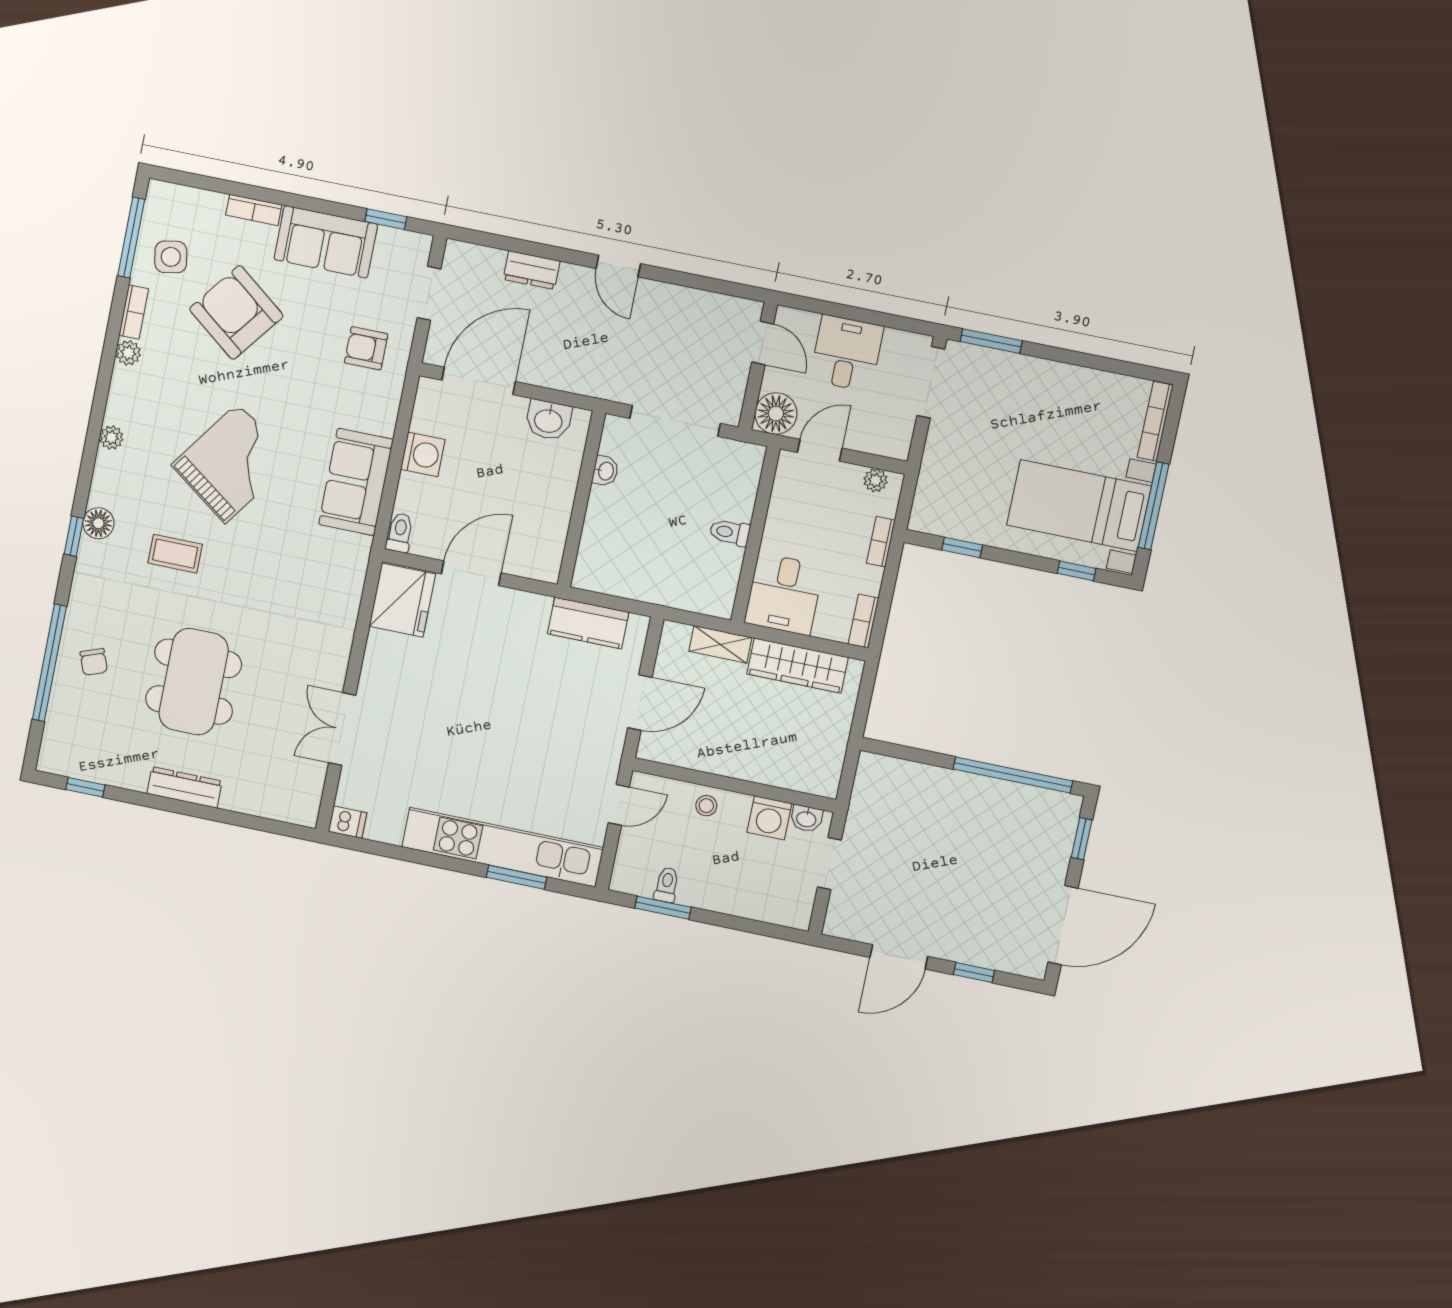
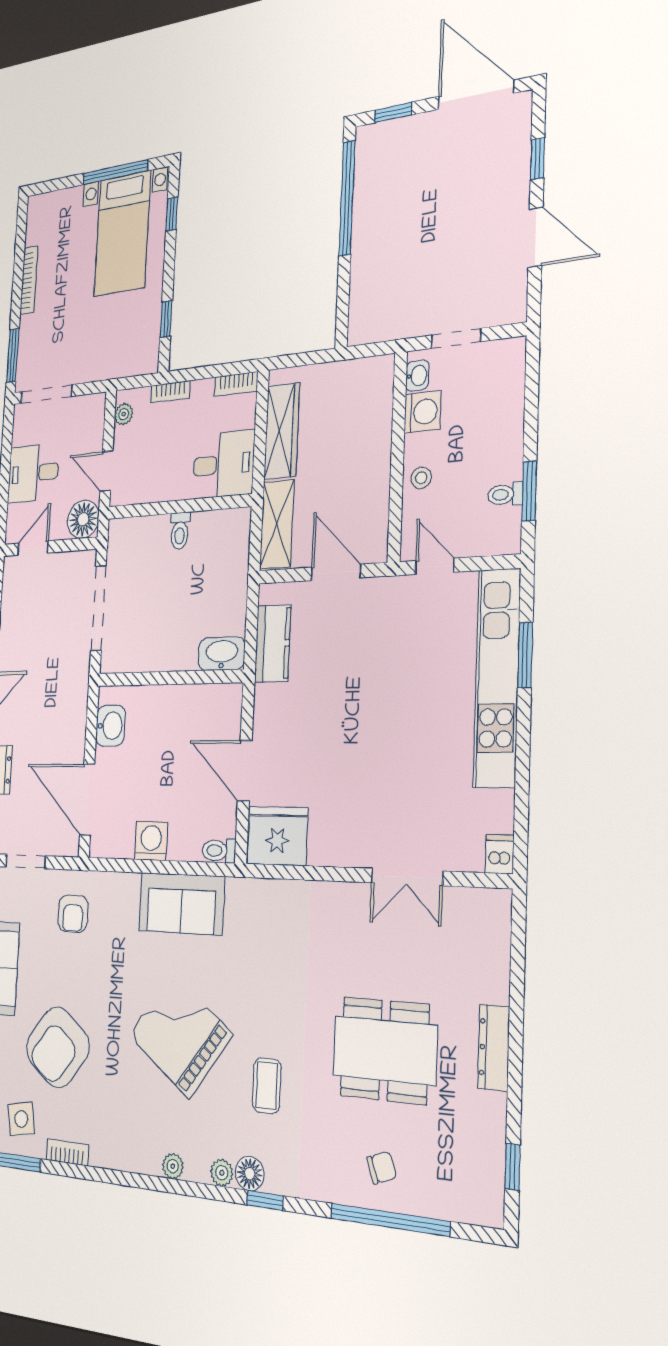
plant: (128, 353) -> (222, 1173), moved
bookcase: (1155, 421) -> (29, 280), moved, turned -90
washbasin: (605, 471) -> (222, 654), moved, width x1.91, depth x1.45
shelving: (720, 644) -> (277, 524), width x1.50, depth x1.33

